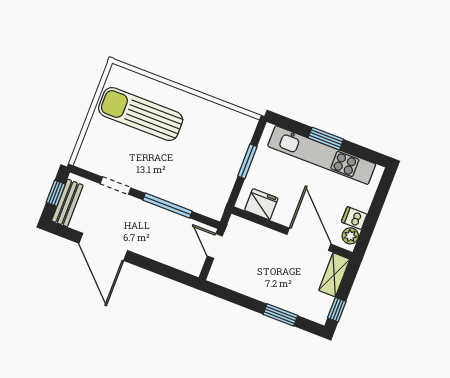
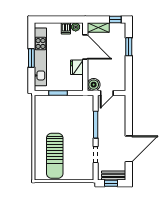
fridge: (261, 204) -> (77, 67), moved
boiler: (238, 229) -> (94, 85), added
door: (309, 239) -> (85, 47), swing flipped

